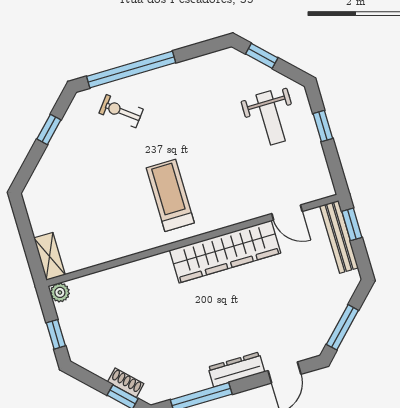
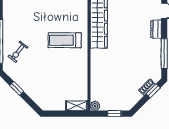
dresser: (236, 370) -> (156, 29), width x0.70

